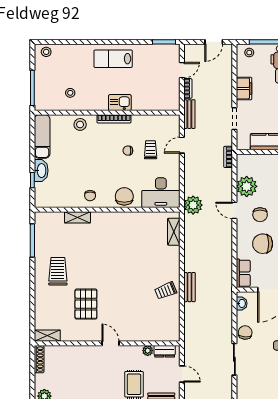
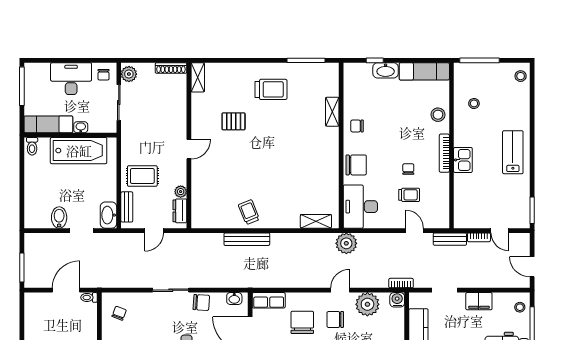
water cooler: (243, 160) -> (397, 300), added
bench: (189, 287) -> (247, 239), width x1.36
pallet: (86, 304) -> (234, 121), width x0.67, depth x0.71

